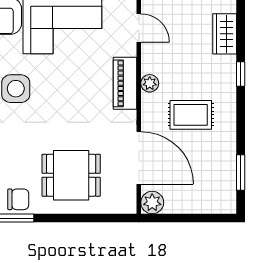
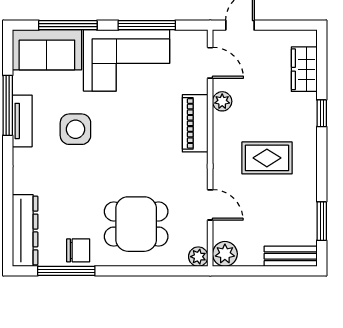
plant: (150, 83) -> (222, 101), moved
door: (139, 158) -> (210, 205), width x0.53
plant: (128, 205) -> (198, 257), added
bench: (212, 205) -> (291, 256), added

